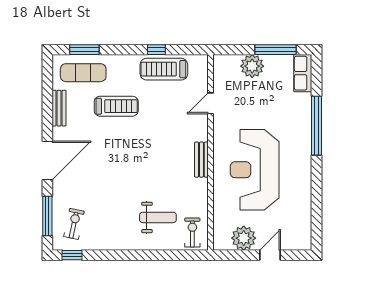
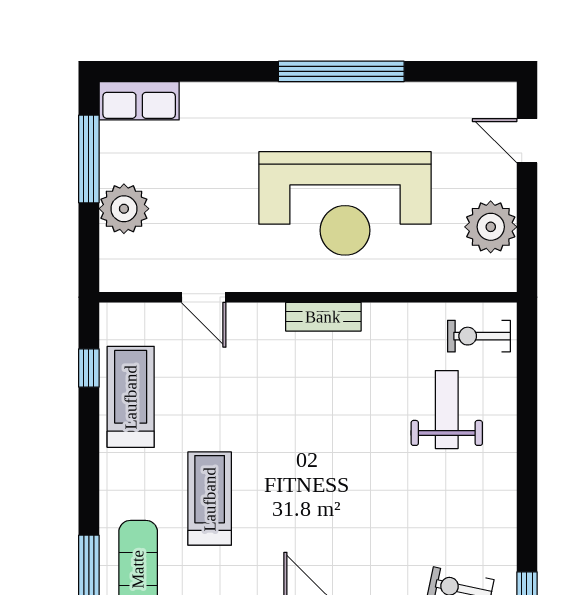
window: (156, 50) -> (89, 368), moved
treadmill: (164, 69) -> (131, 397), turned 180
window: (317, 126) -> (341, 71), moved
door: (270, 255) -> (527, 141), moved

